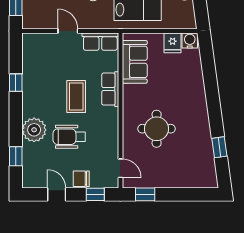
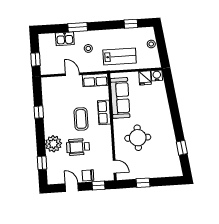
sofa: (135, 62) -> (120, 98), width x1.36
window: (145, 194) -> (143, 183), moved

